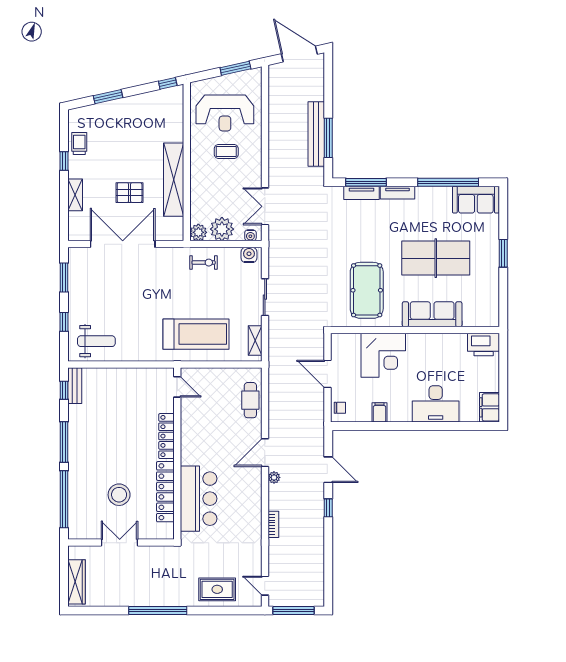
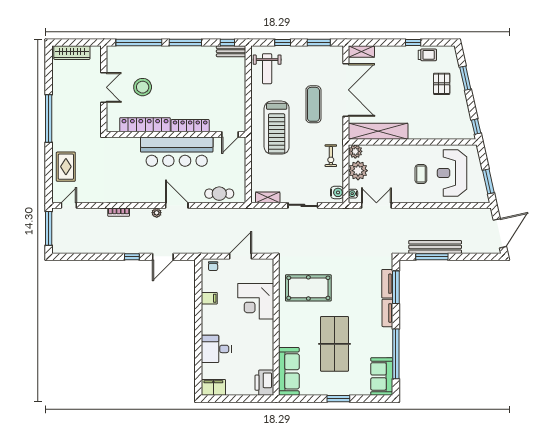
shelving: (174, 180) -> (378, 131), moved
pallet: (130, 193) -> (442, 84), moved
shelving: (75, 195) -> (361, 51), moved
exercise mat: (140, 284) -> (313, 104), added
sofa: (432, 314) -> (289, 371), moved
treadmill: (196, 334) -> (277, 128), moved
desk: (436, 404) -> (216, 349), width x0.73
bar counter: (199, 499) -> (177, 152), moved, width x1.36

